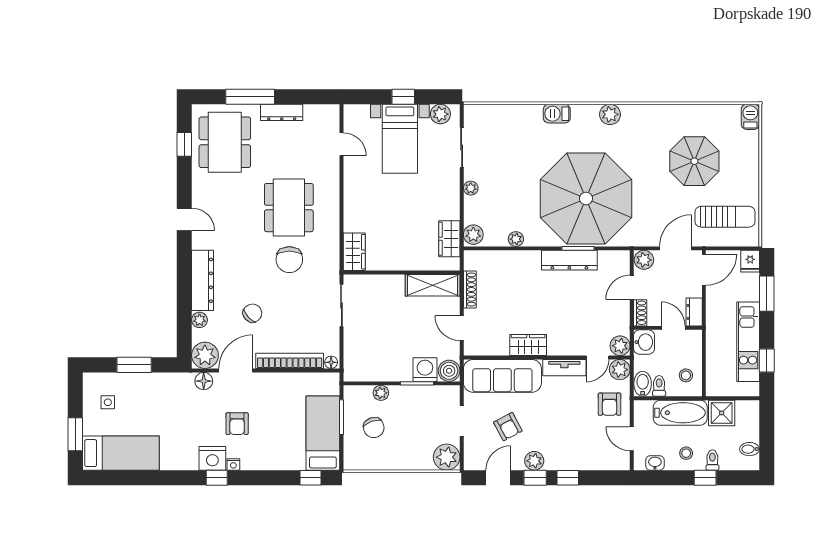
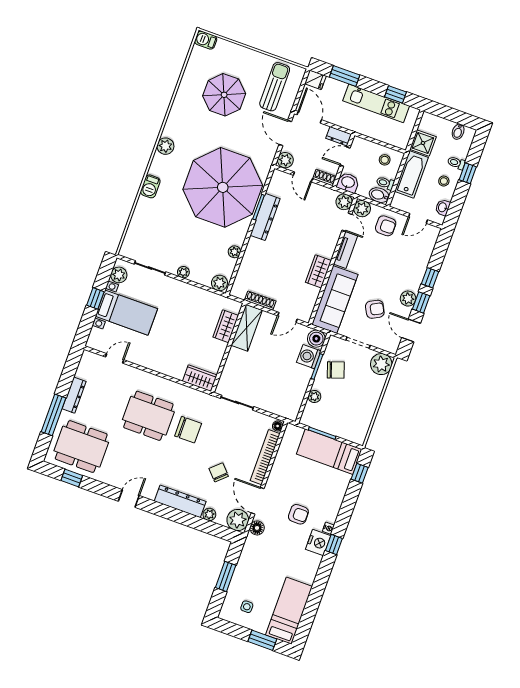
wardrobe: (449, 239) -> (226, 326), moved, turned 90
chair: (374, 428) -> (336, 370), moved

